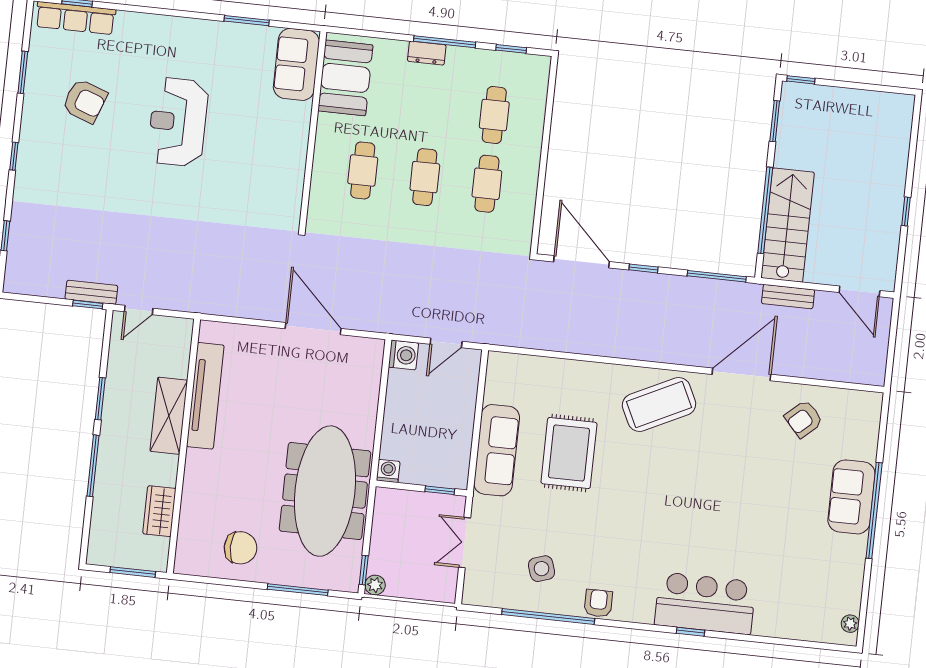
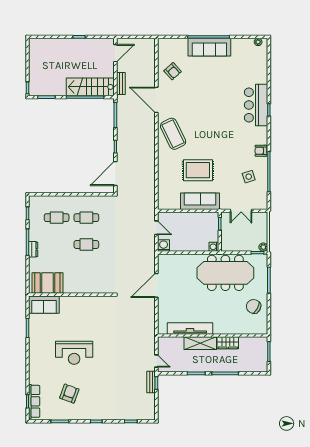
cafe table: (363, 170) -> (86, 271), removed
sofa: (851, 497) -> (209, 47), width x1.36
wardrobe: (159, 511) -> (228, 343), moved
chair: (241, 548) -> (254, 306), turned -61

